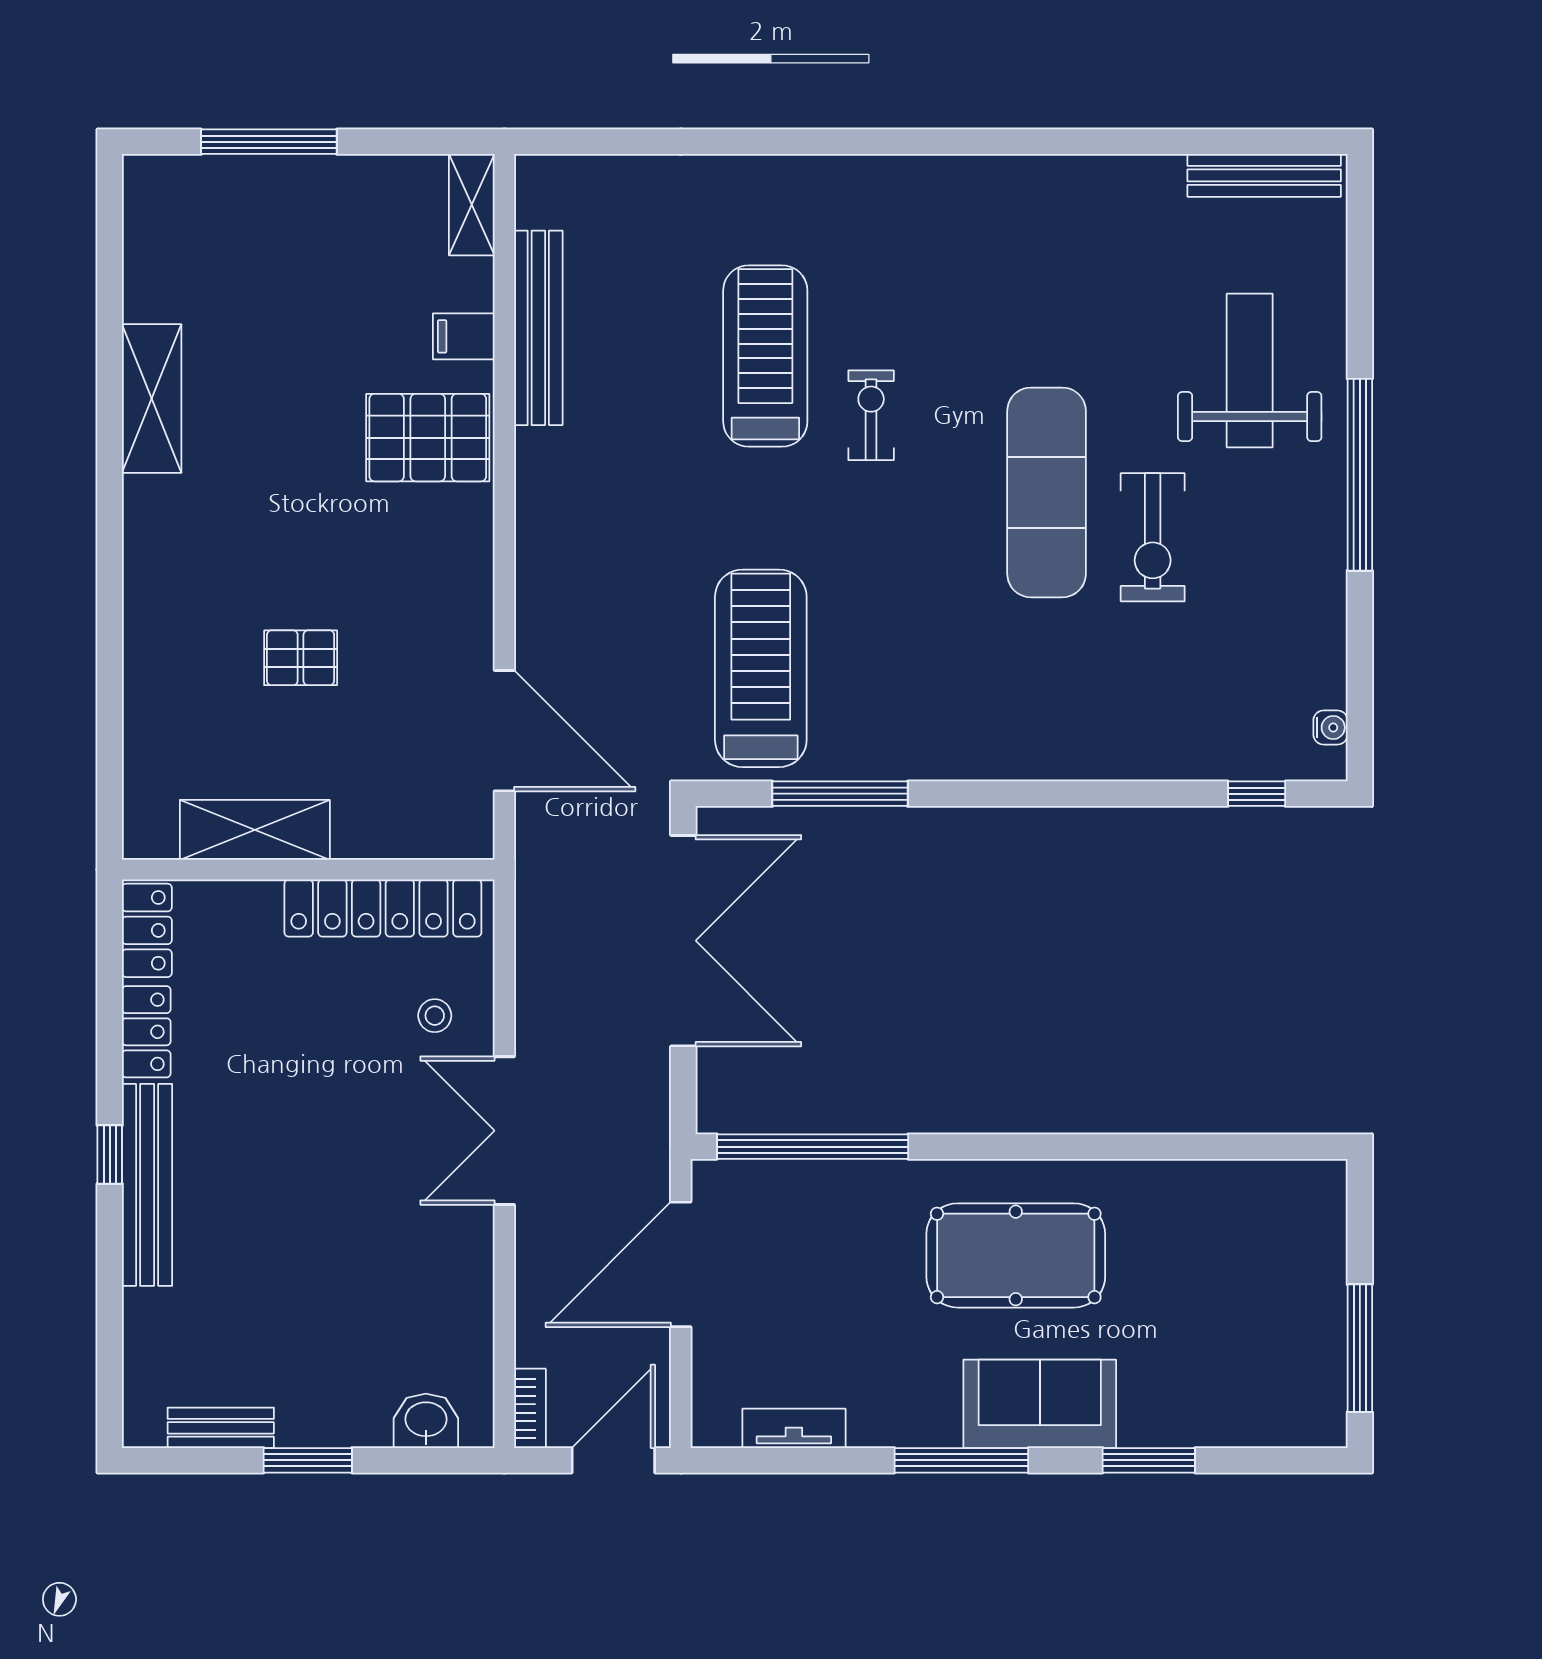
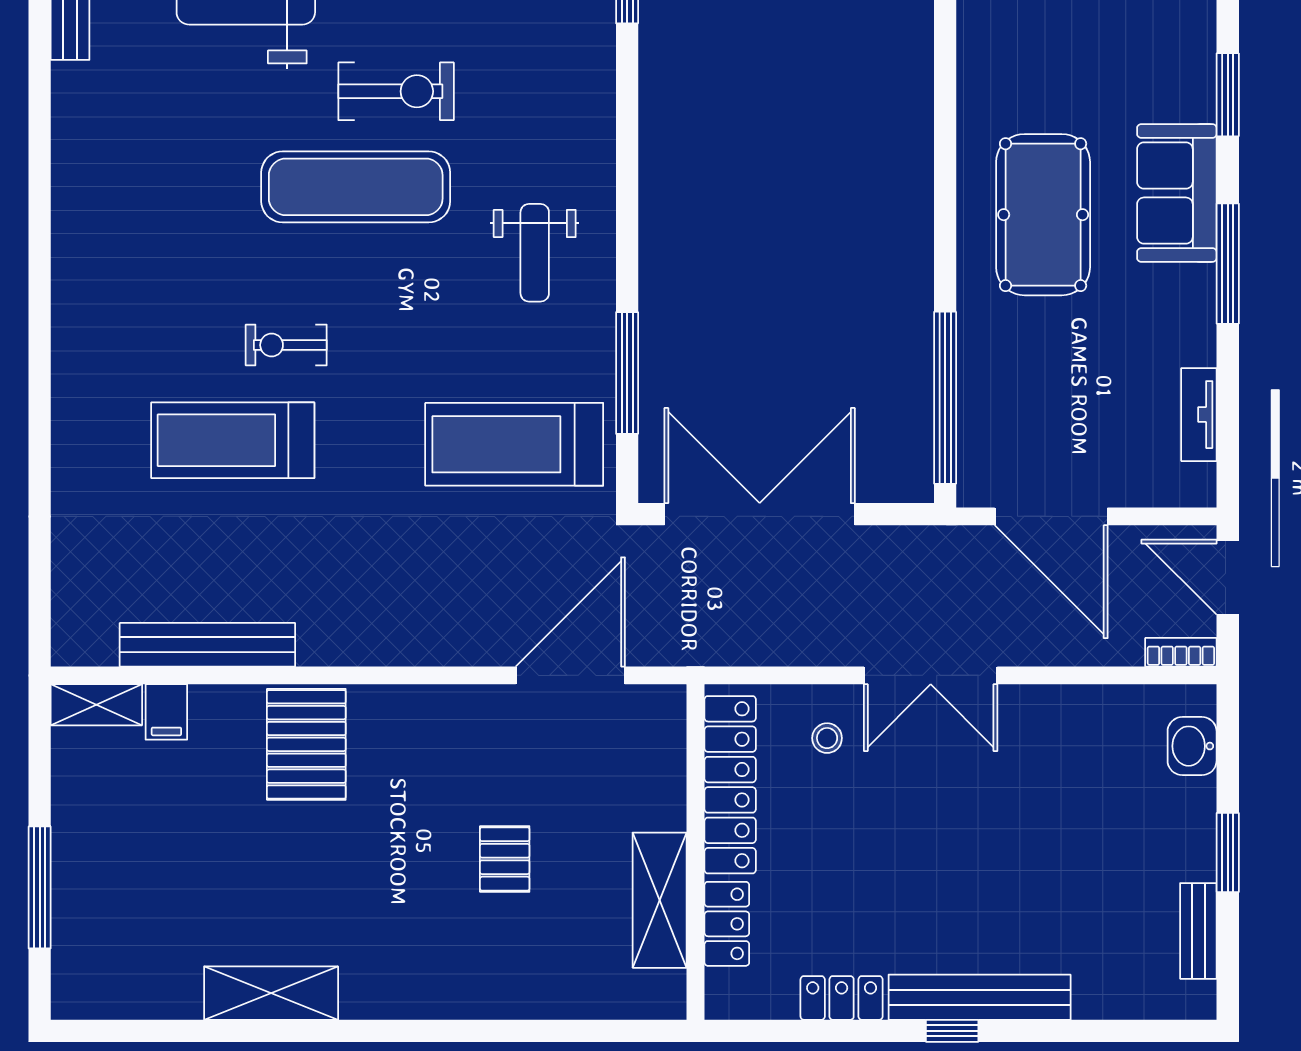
filing cabinet: (464, 336) -> (166, 712), moved
weight bench: (973, 691) -> (535, 253), added
locker: (147, 930) -> (727, 924), moved, turned 90

